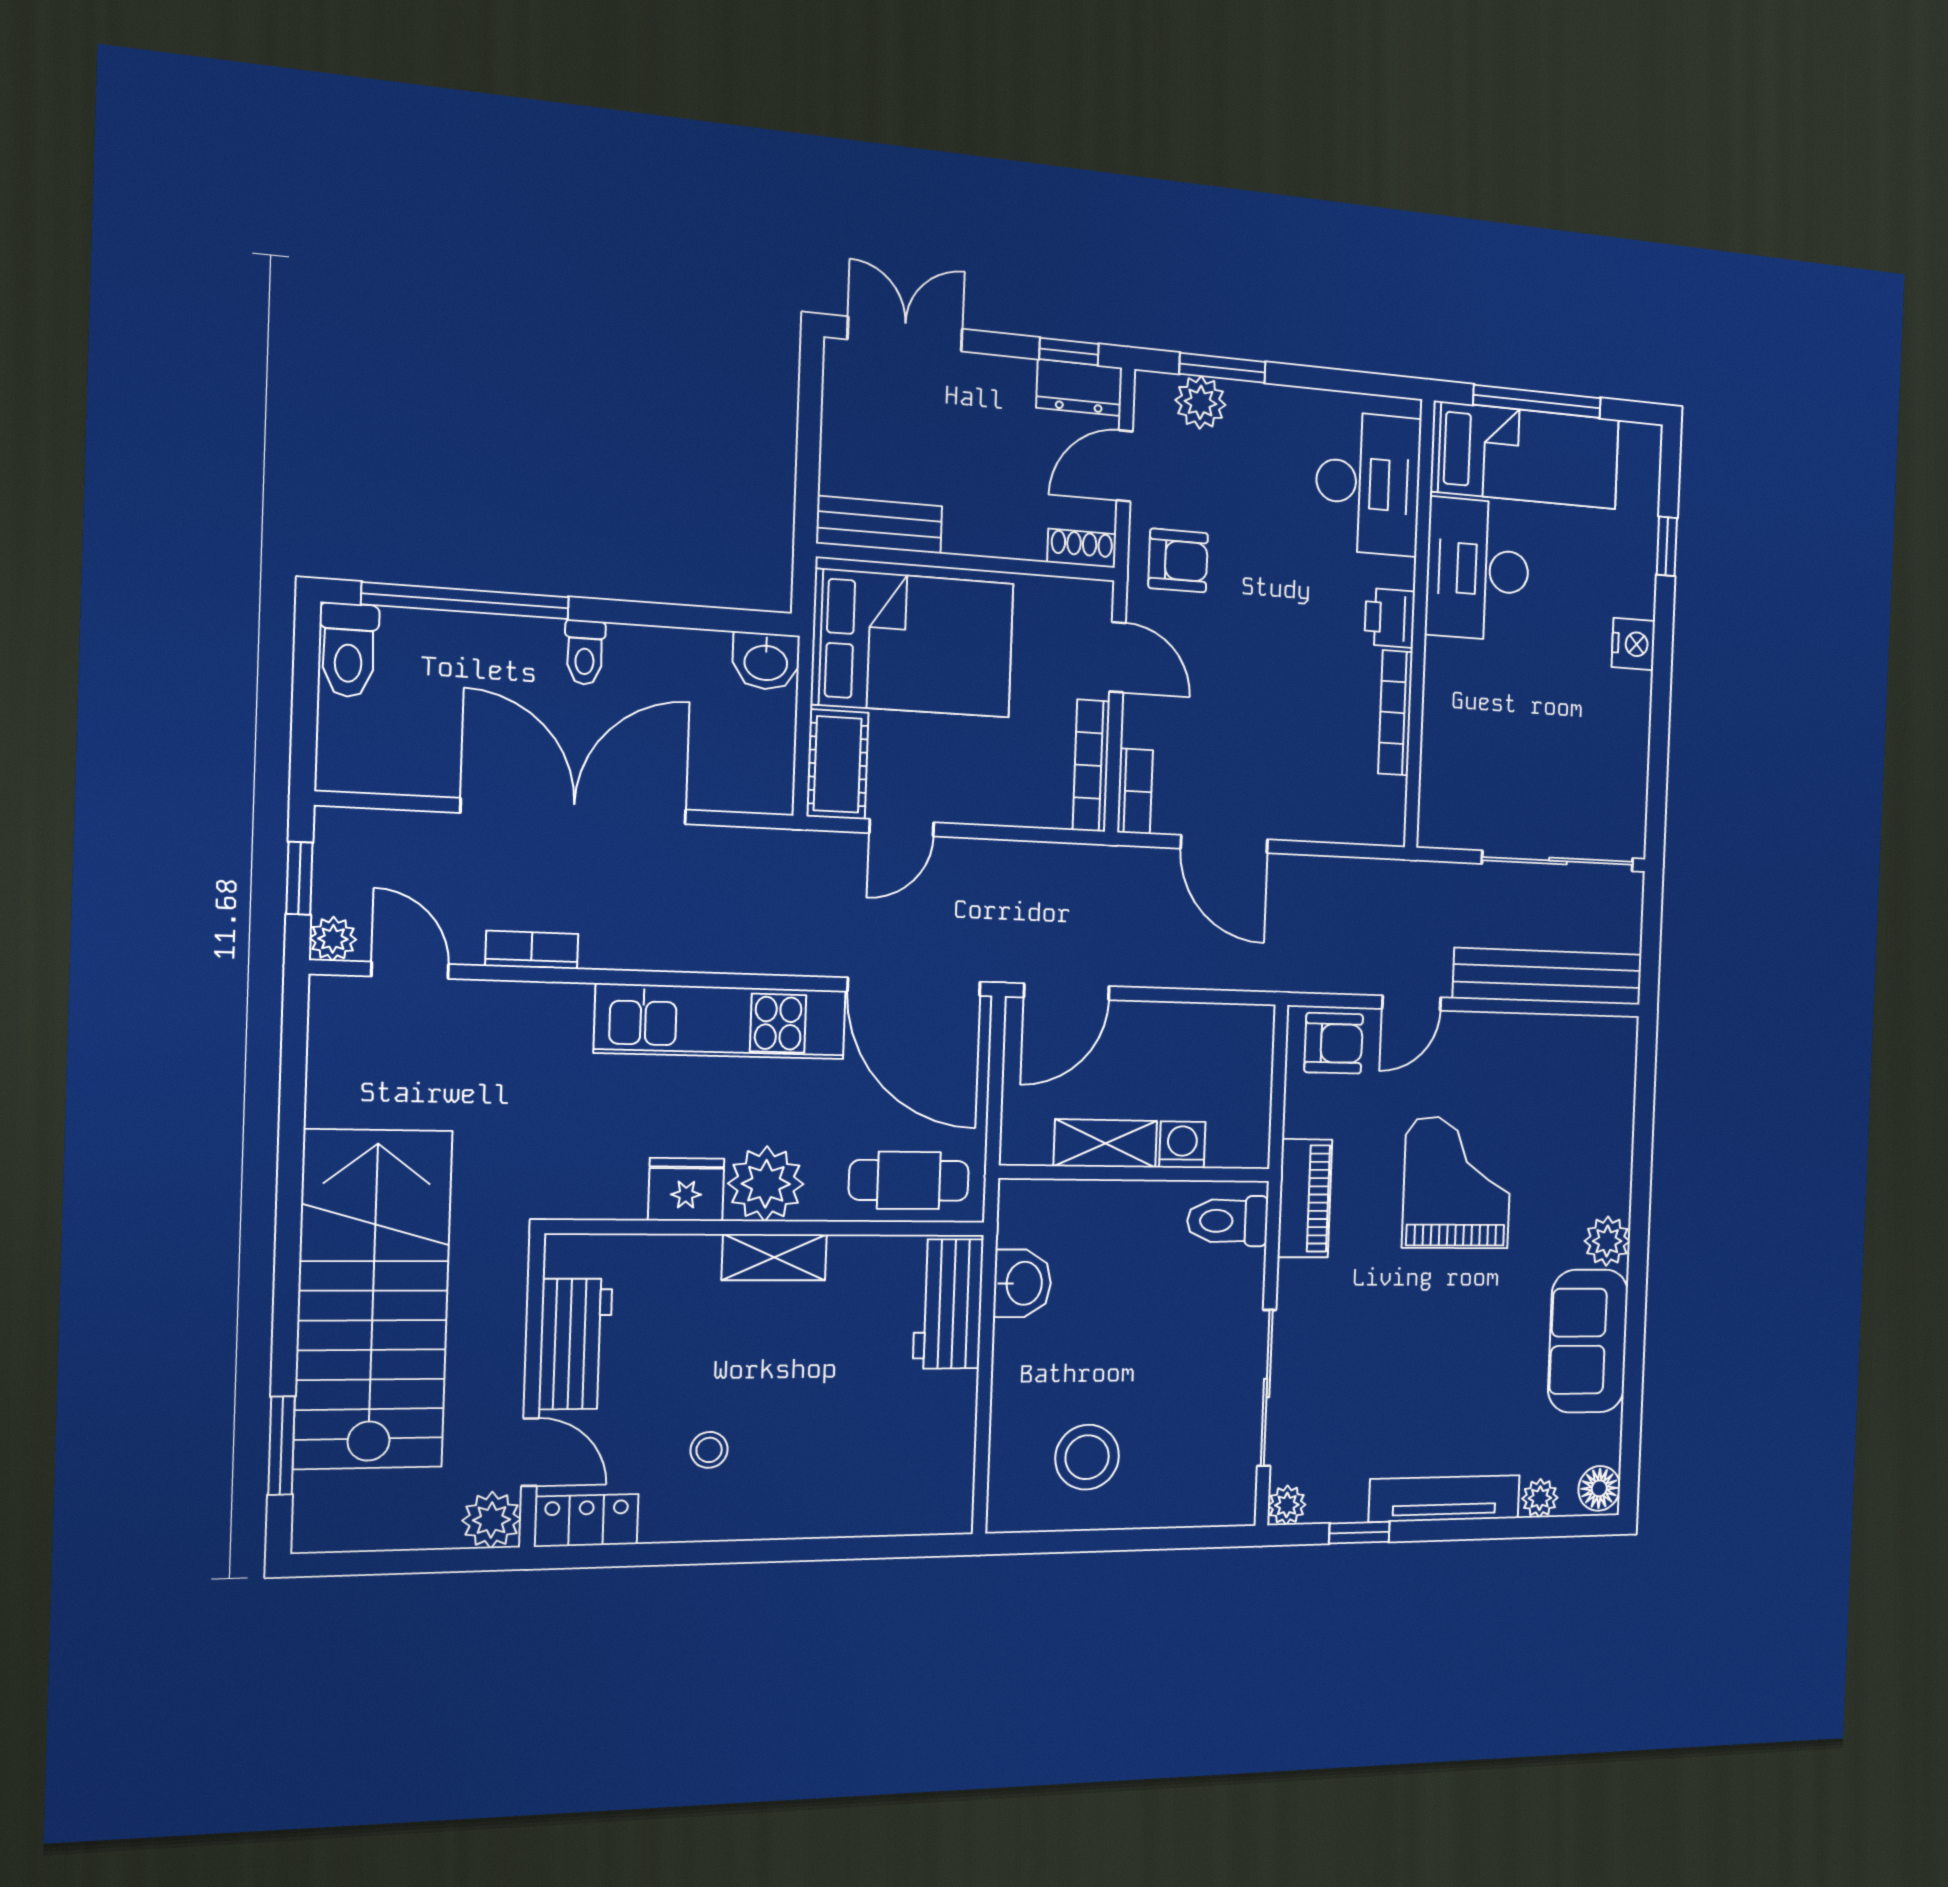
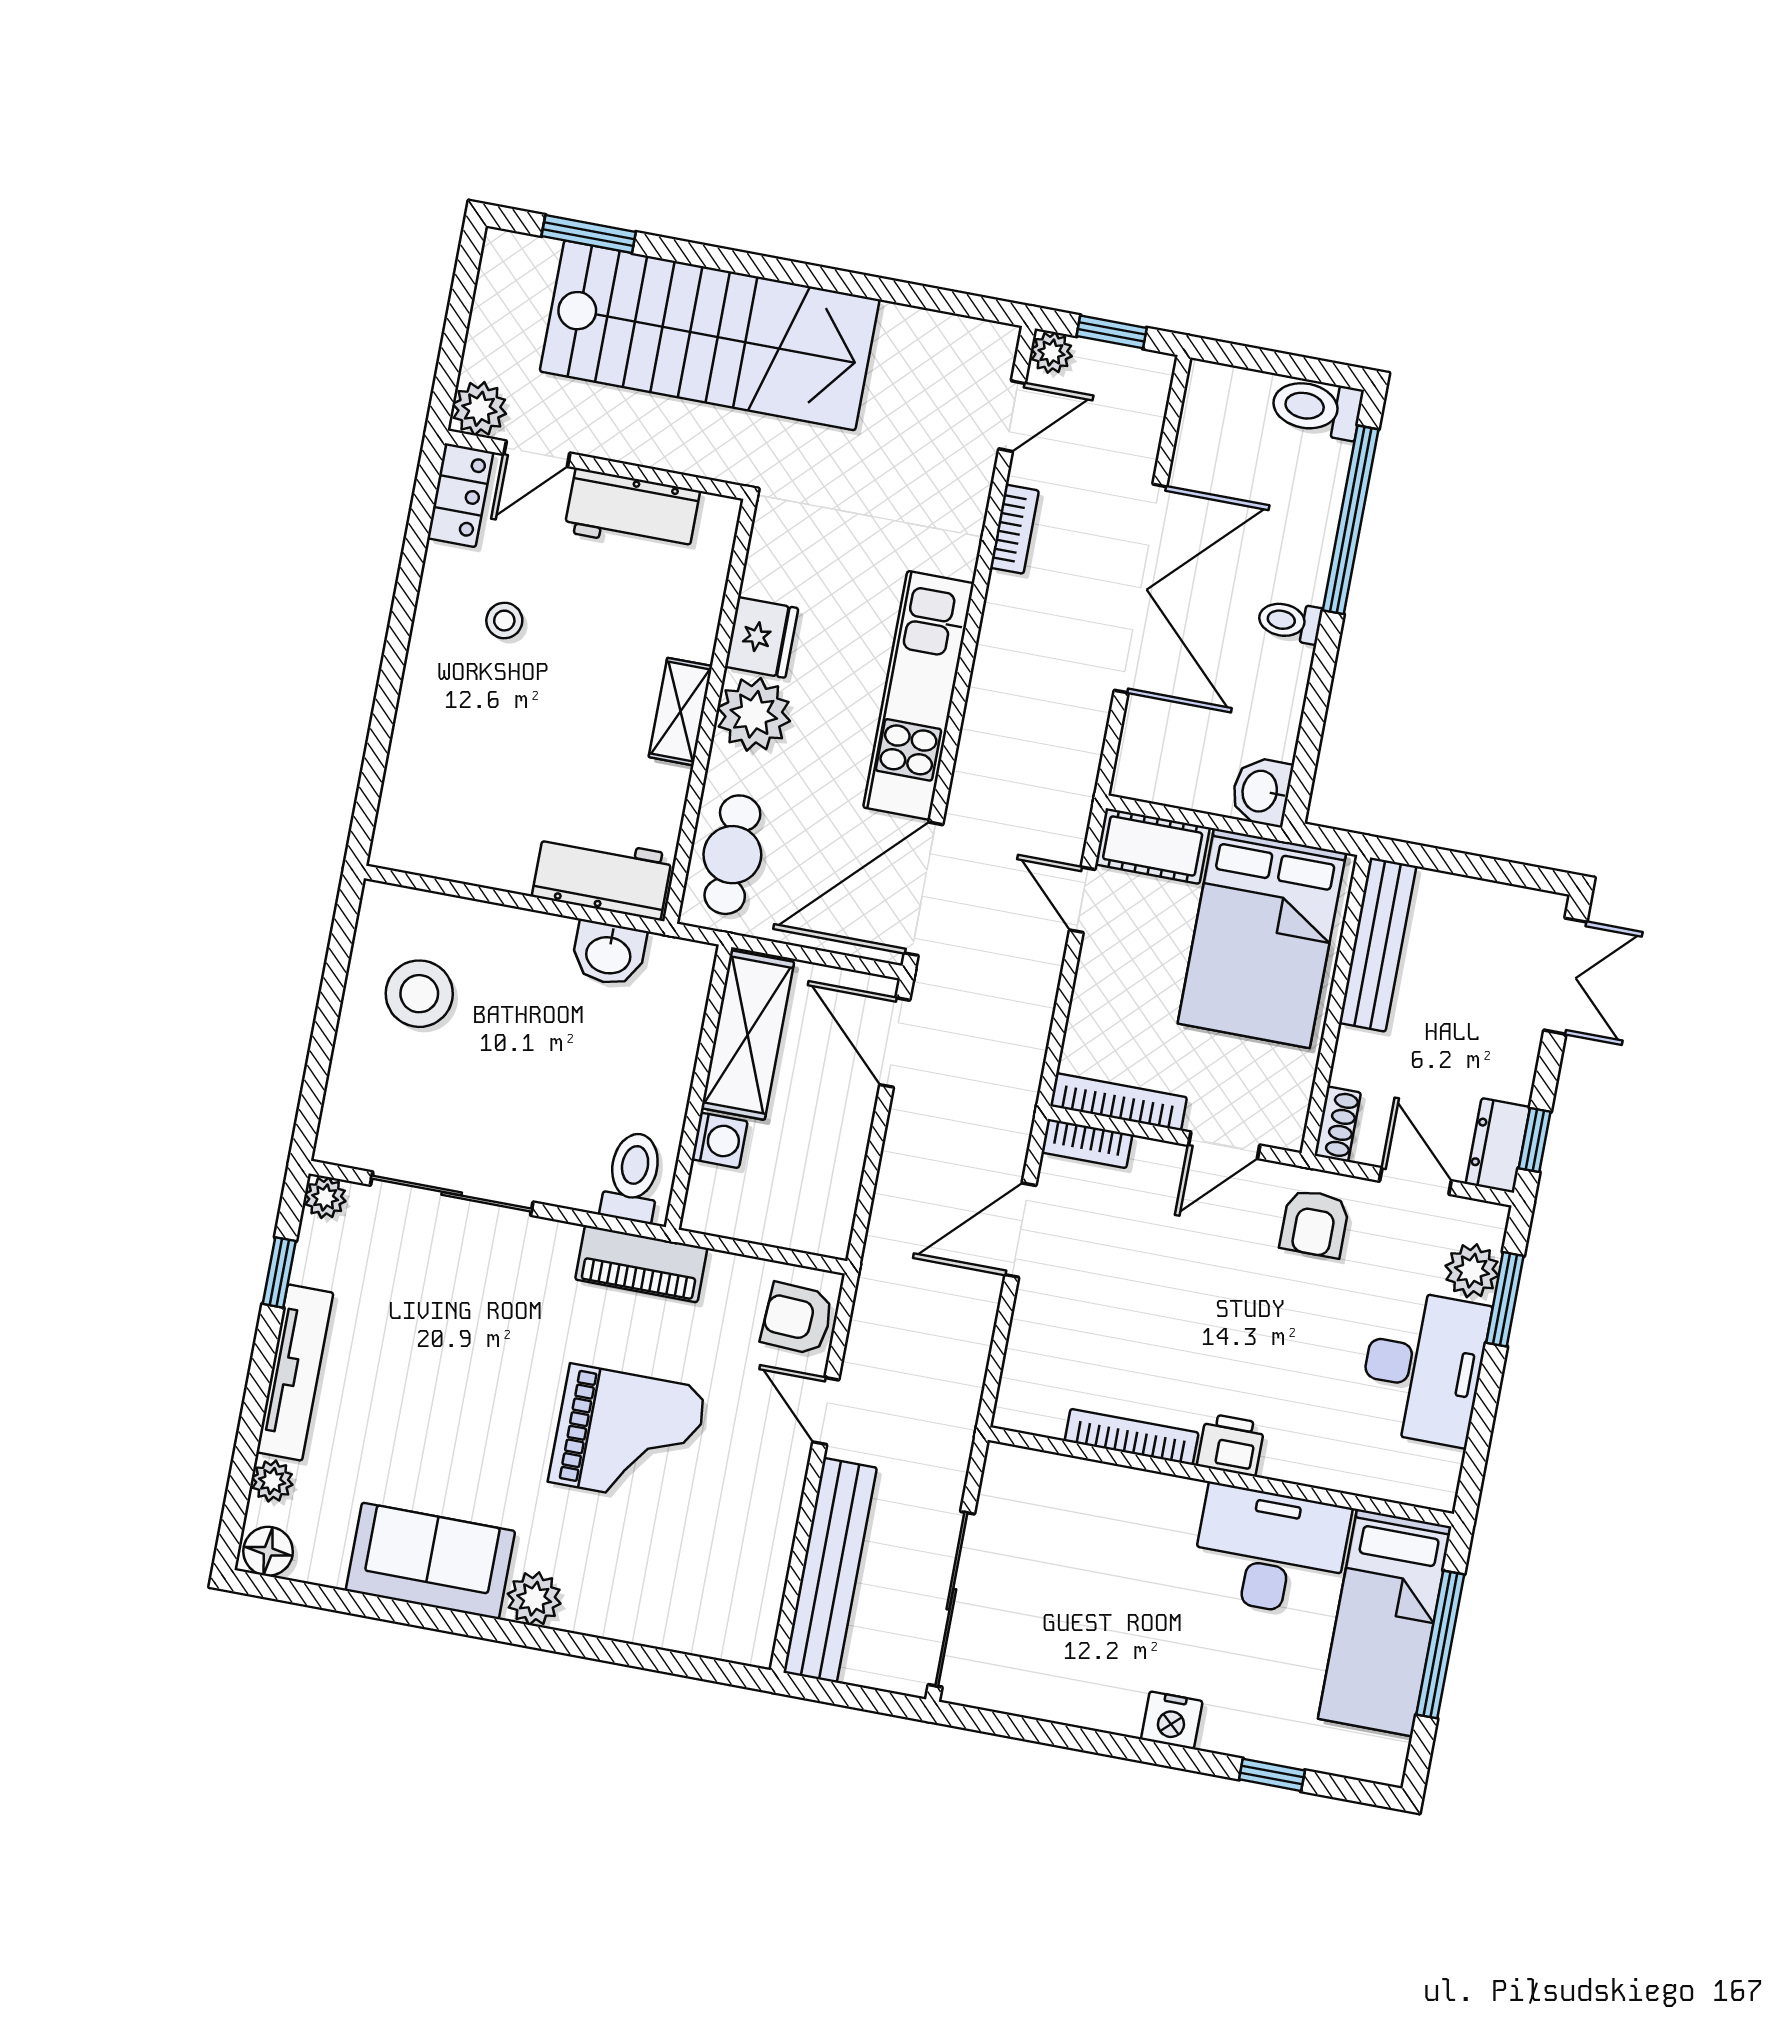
desk: (1368, 483) -> (1423, 1367), moved, turned -90
bench: (879, 525) -> (1378, 945), width x1.36
armchair: (1334, 1043) -> (797, 1319), turned 93
shelving: (1105, 1143) -> (748, 1035), width x1.50, depth x1.33

